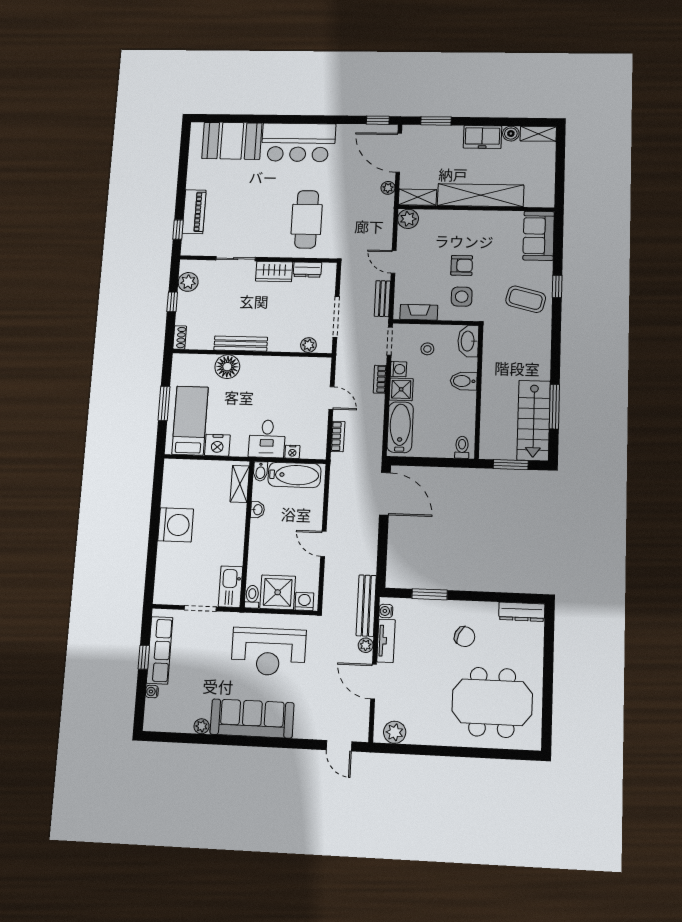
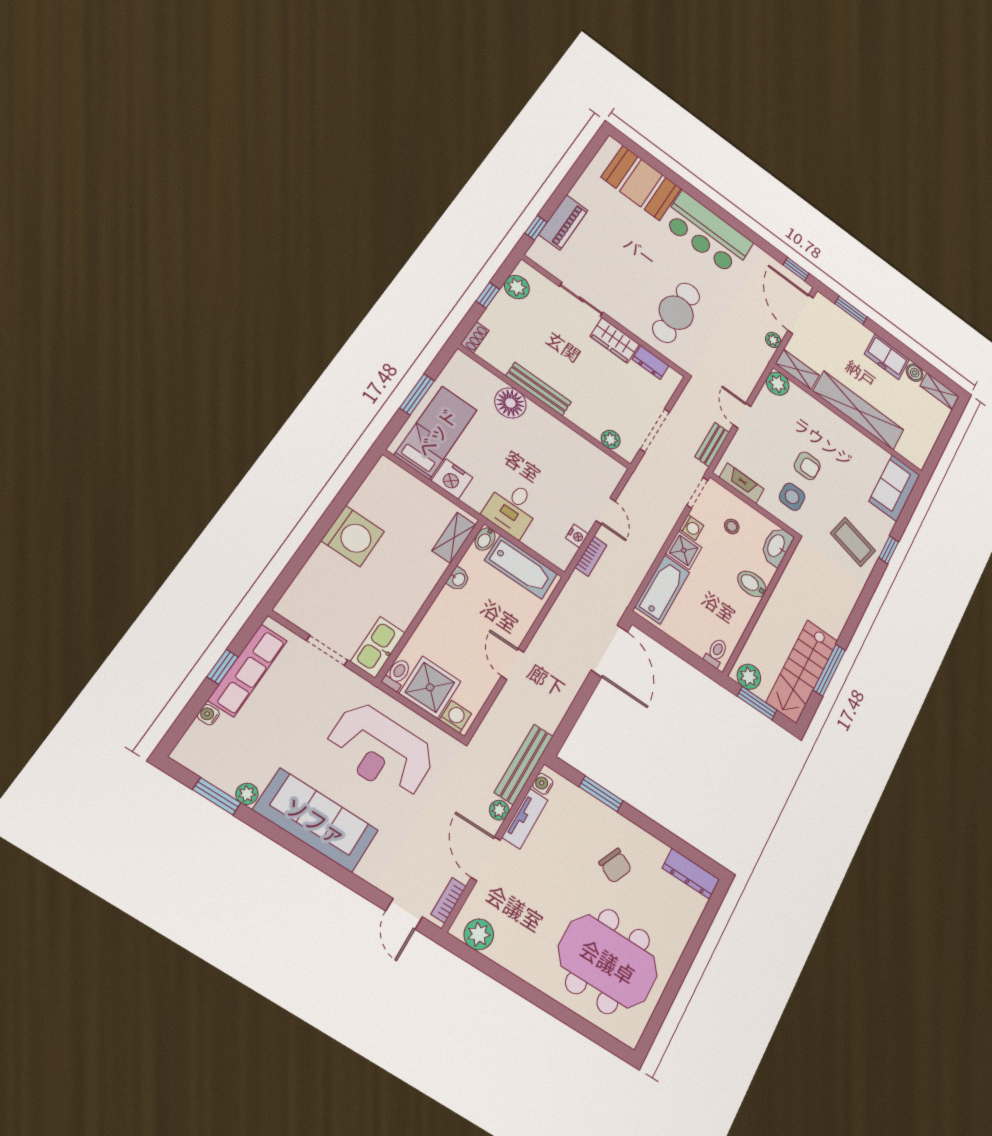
bookcase: (380, 379) -> (449, 900), moved
plant: (495, 449) -> (749, 677), added
nightstand: (292, 452) -> (577, 536), moved, turned -90
window: (185, 738) -> (217, 796), added

